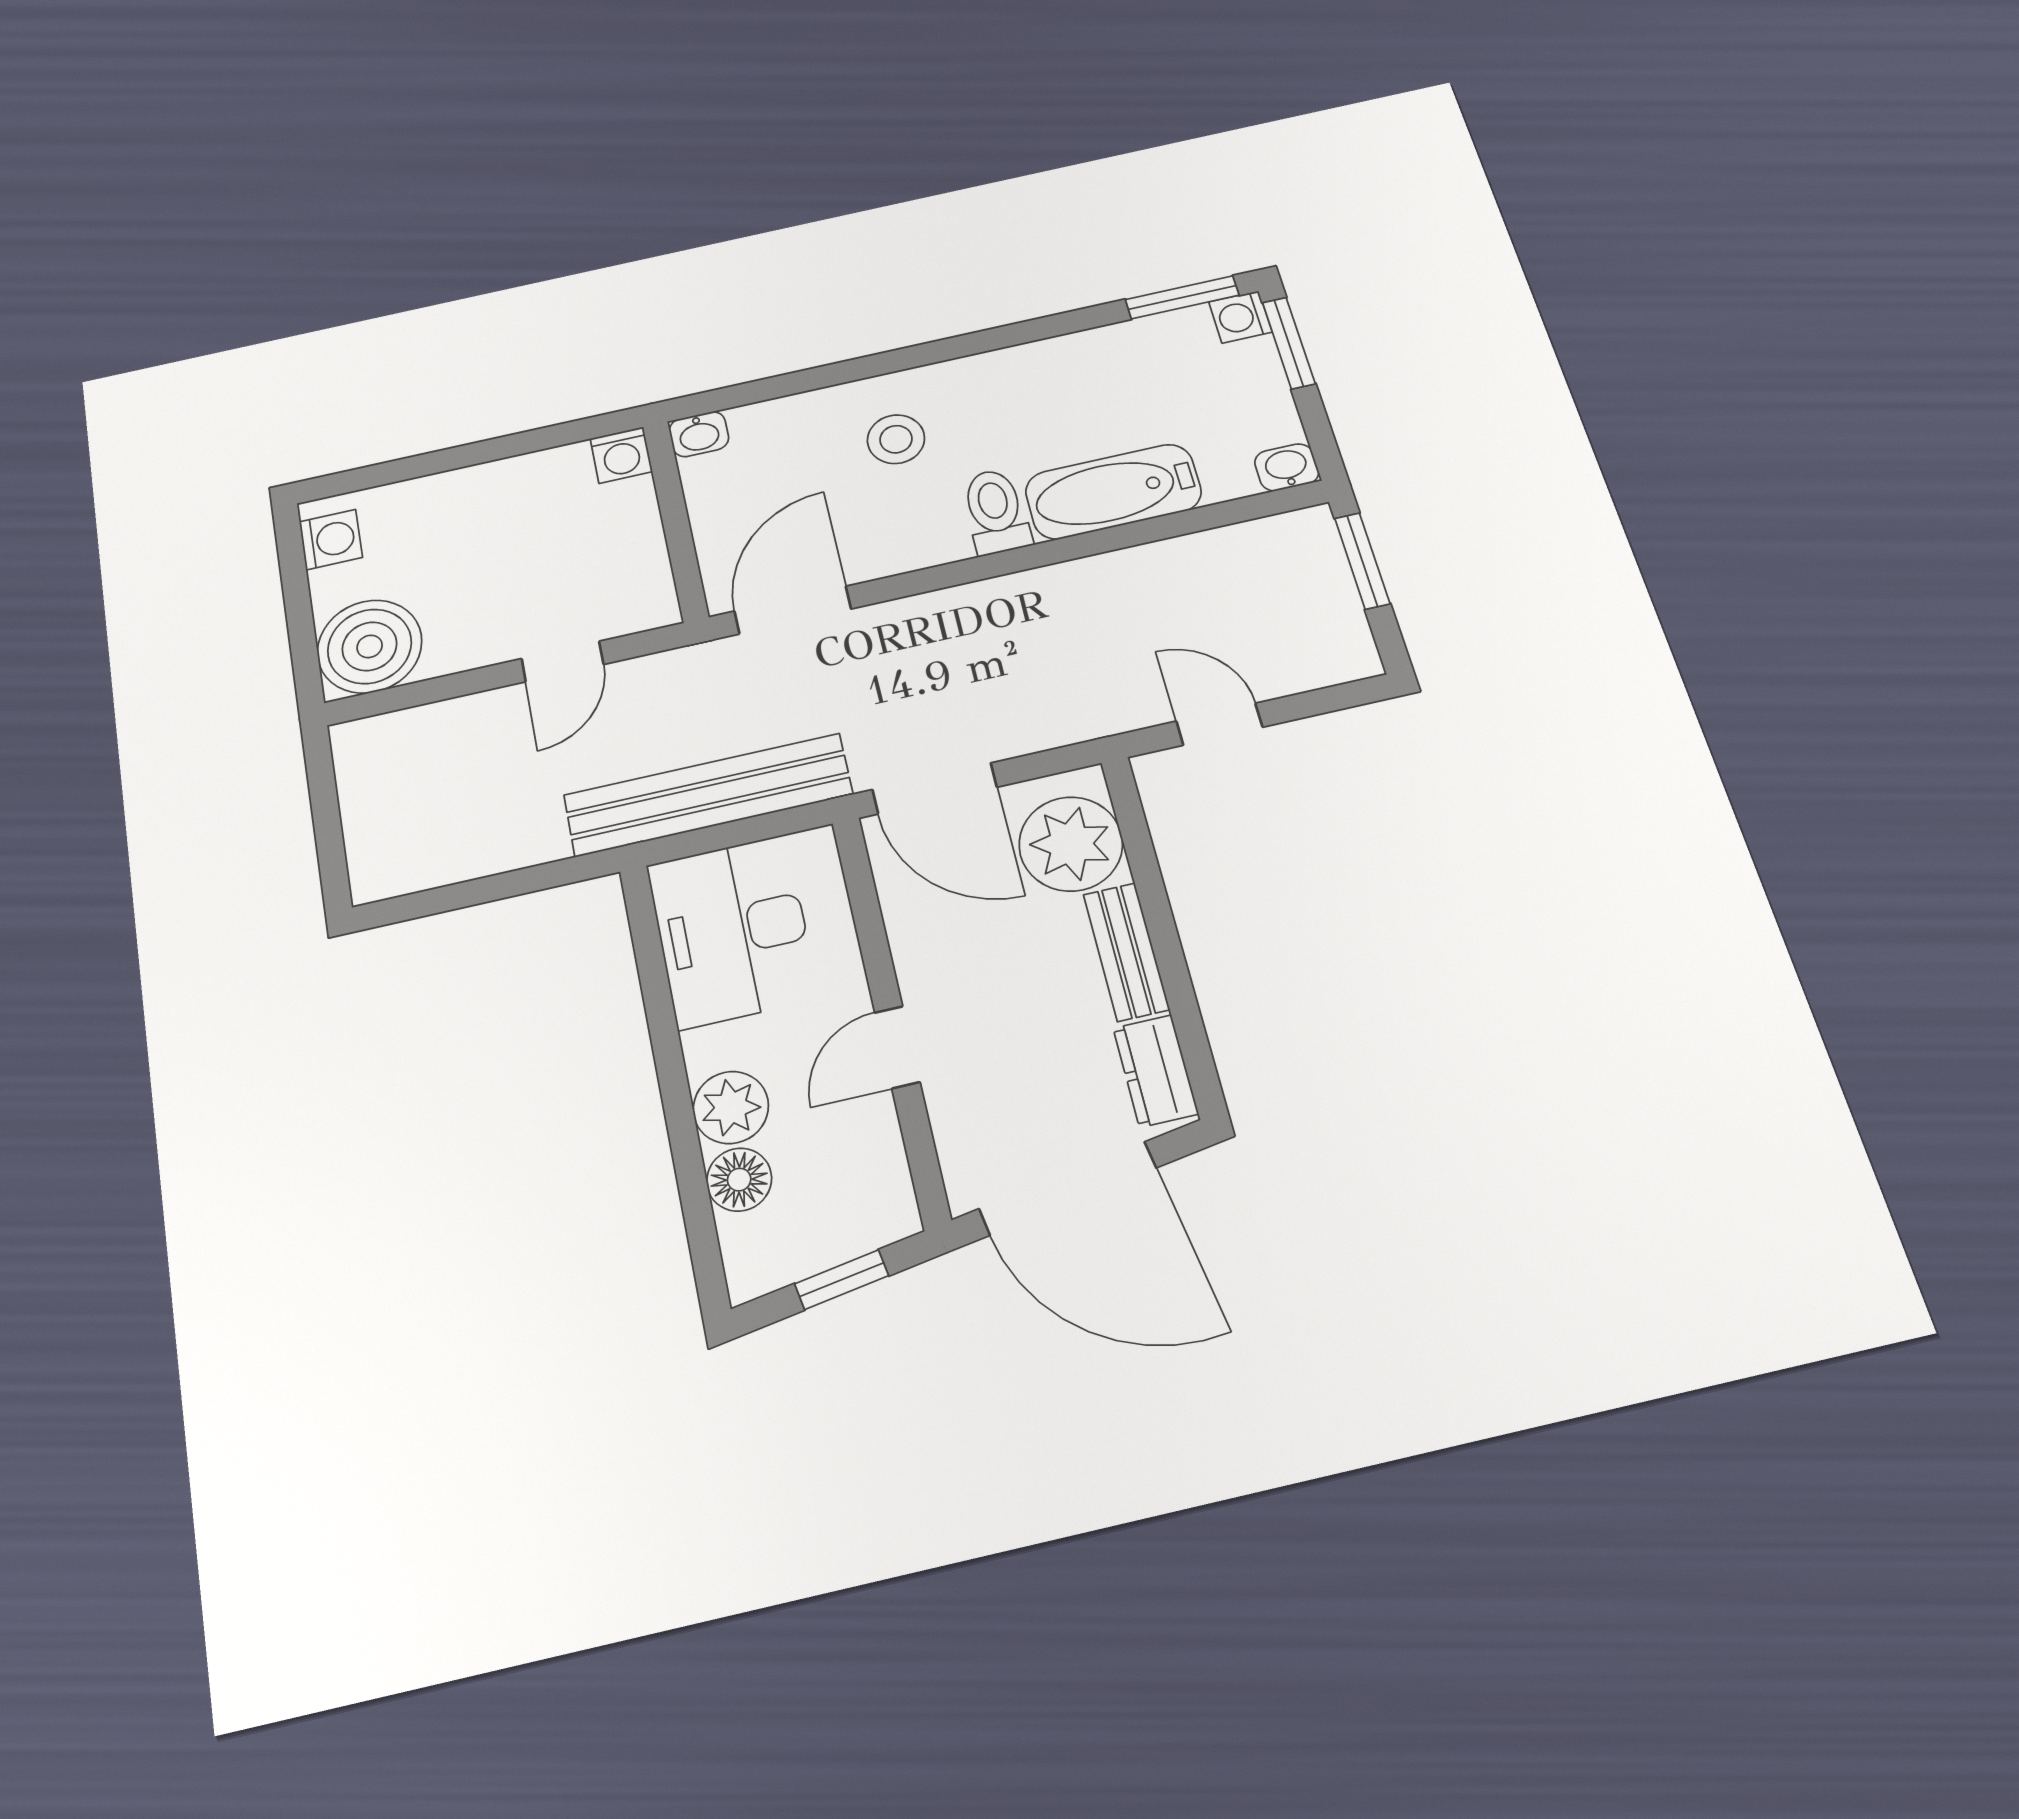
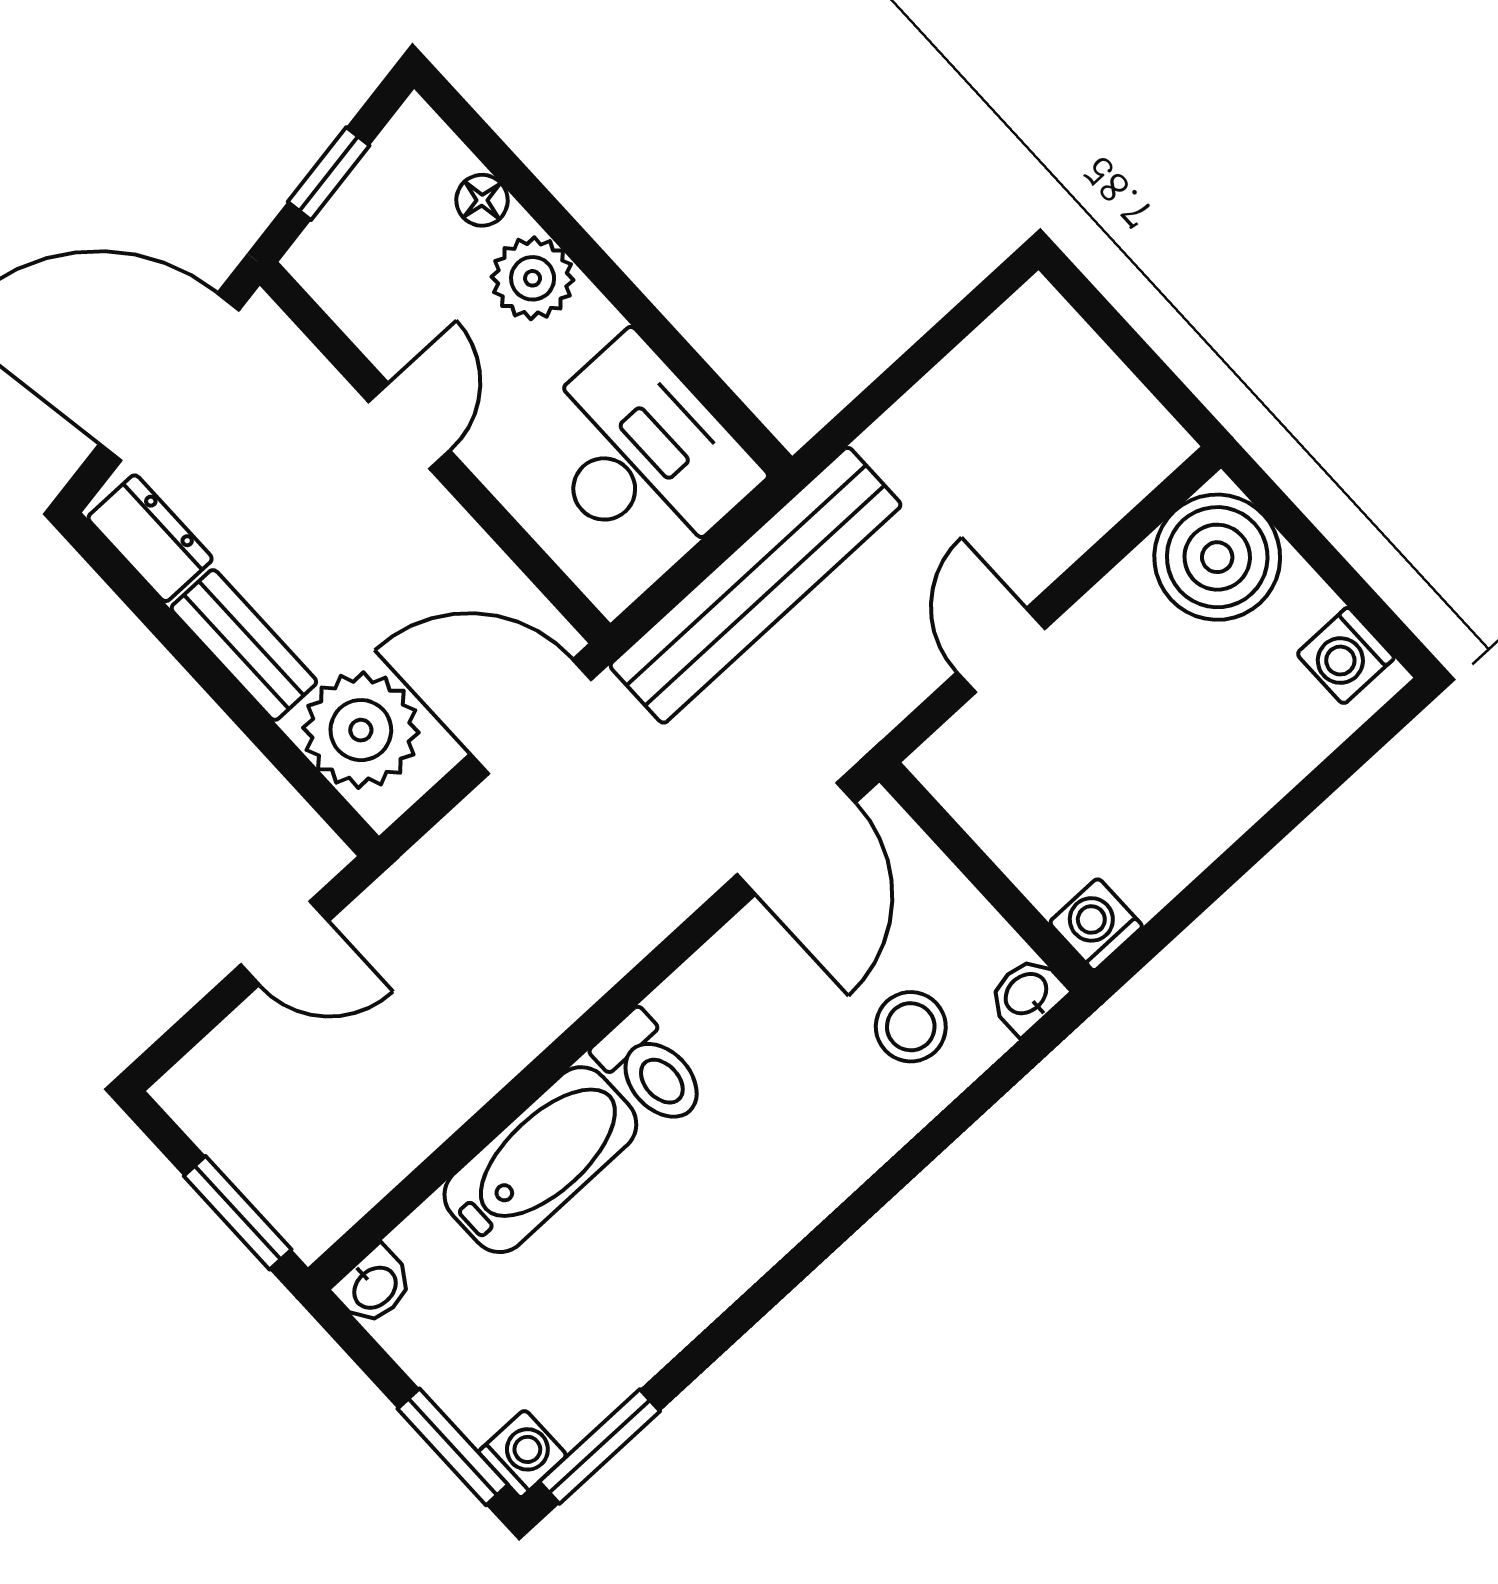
stool: (896, 439) -> (911, 1027), moved
floor lamp: (739, 1180) -> (482, 200), width x0.73, depth x0.73

